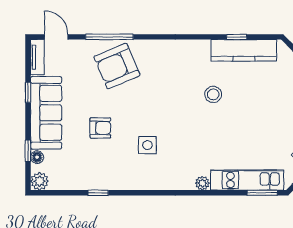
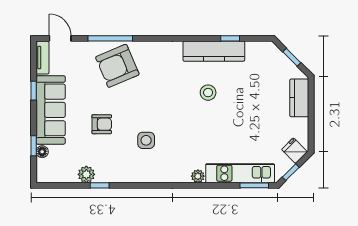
kitchen counter: (244, 50) -> (214, 51), moved
plant: (40, 181) -> (86, 174), moved

